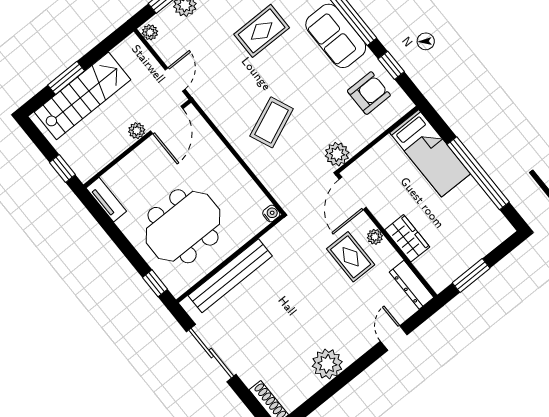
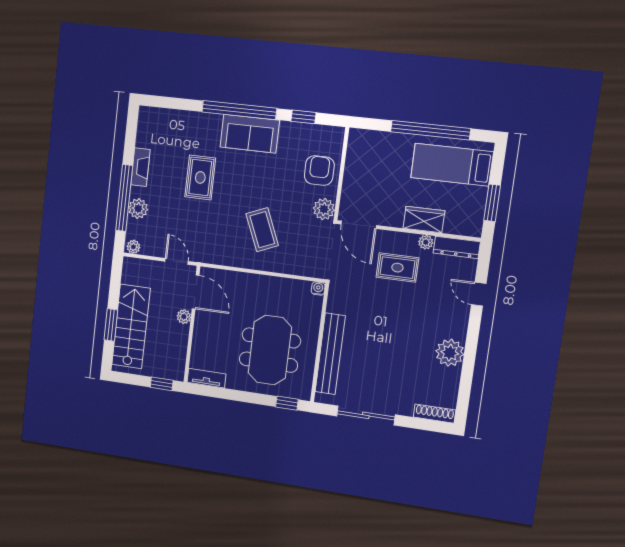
armchair: (369, 93) -> (319, 171), moved
bed: (430, 153) -> (452, 165), moved, turned 180
plant: (375, 237) -> (426, 242), moved

